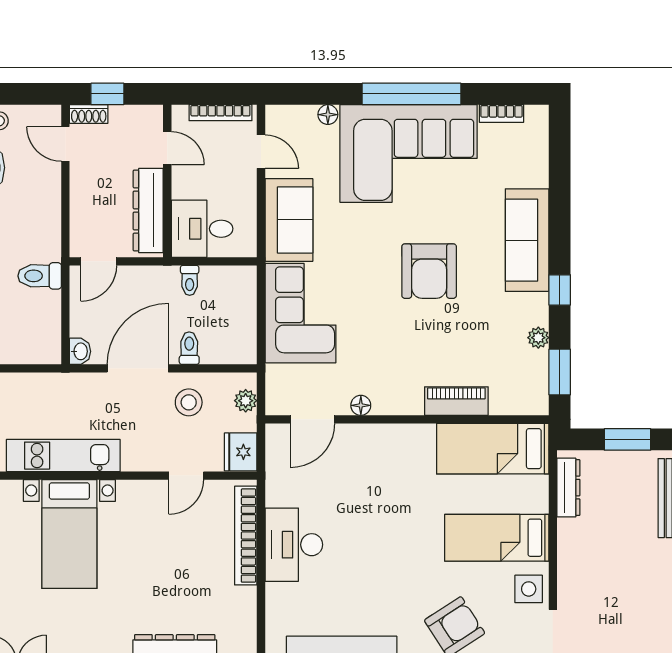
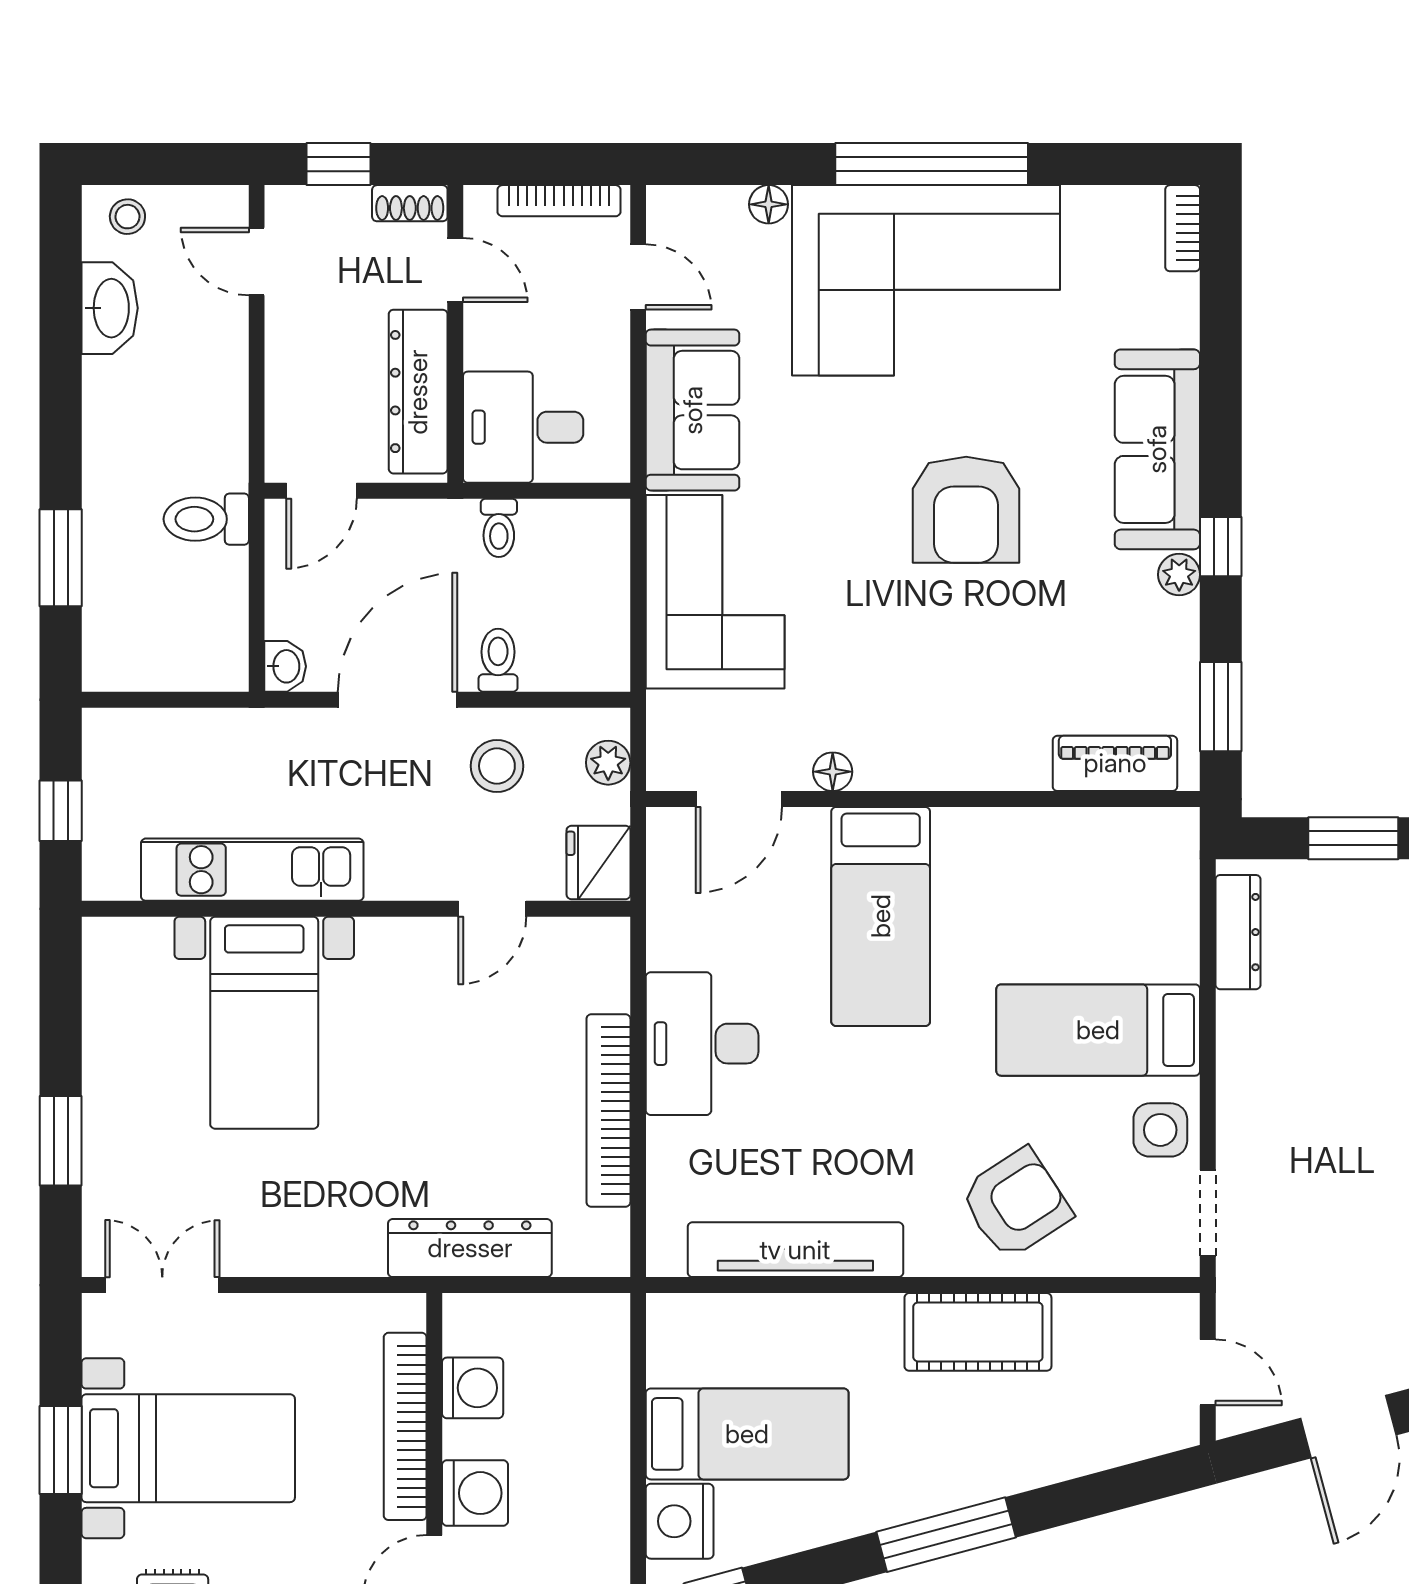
bookcase: (501, 113) -> (1183, 228), moved, turned 90
shoe rack: (89, 114) -> (410, 203), moved
plant: (538, 338) -> (1179, 575), moved
piano: (456, 401) -> (1115, 763), moved
bed: (493, 449) -> (881, 916), moved, turned -90
bookcase: (246, 536) -> (608, 1111), moved

